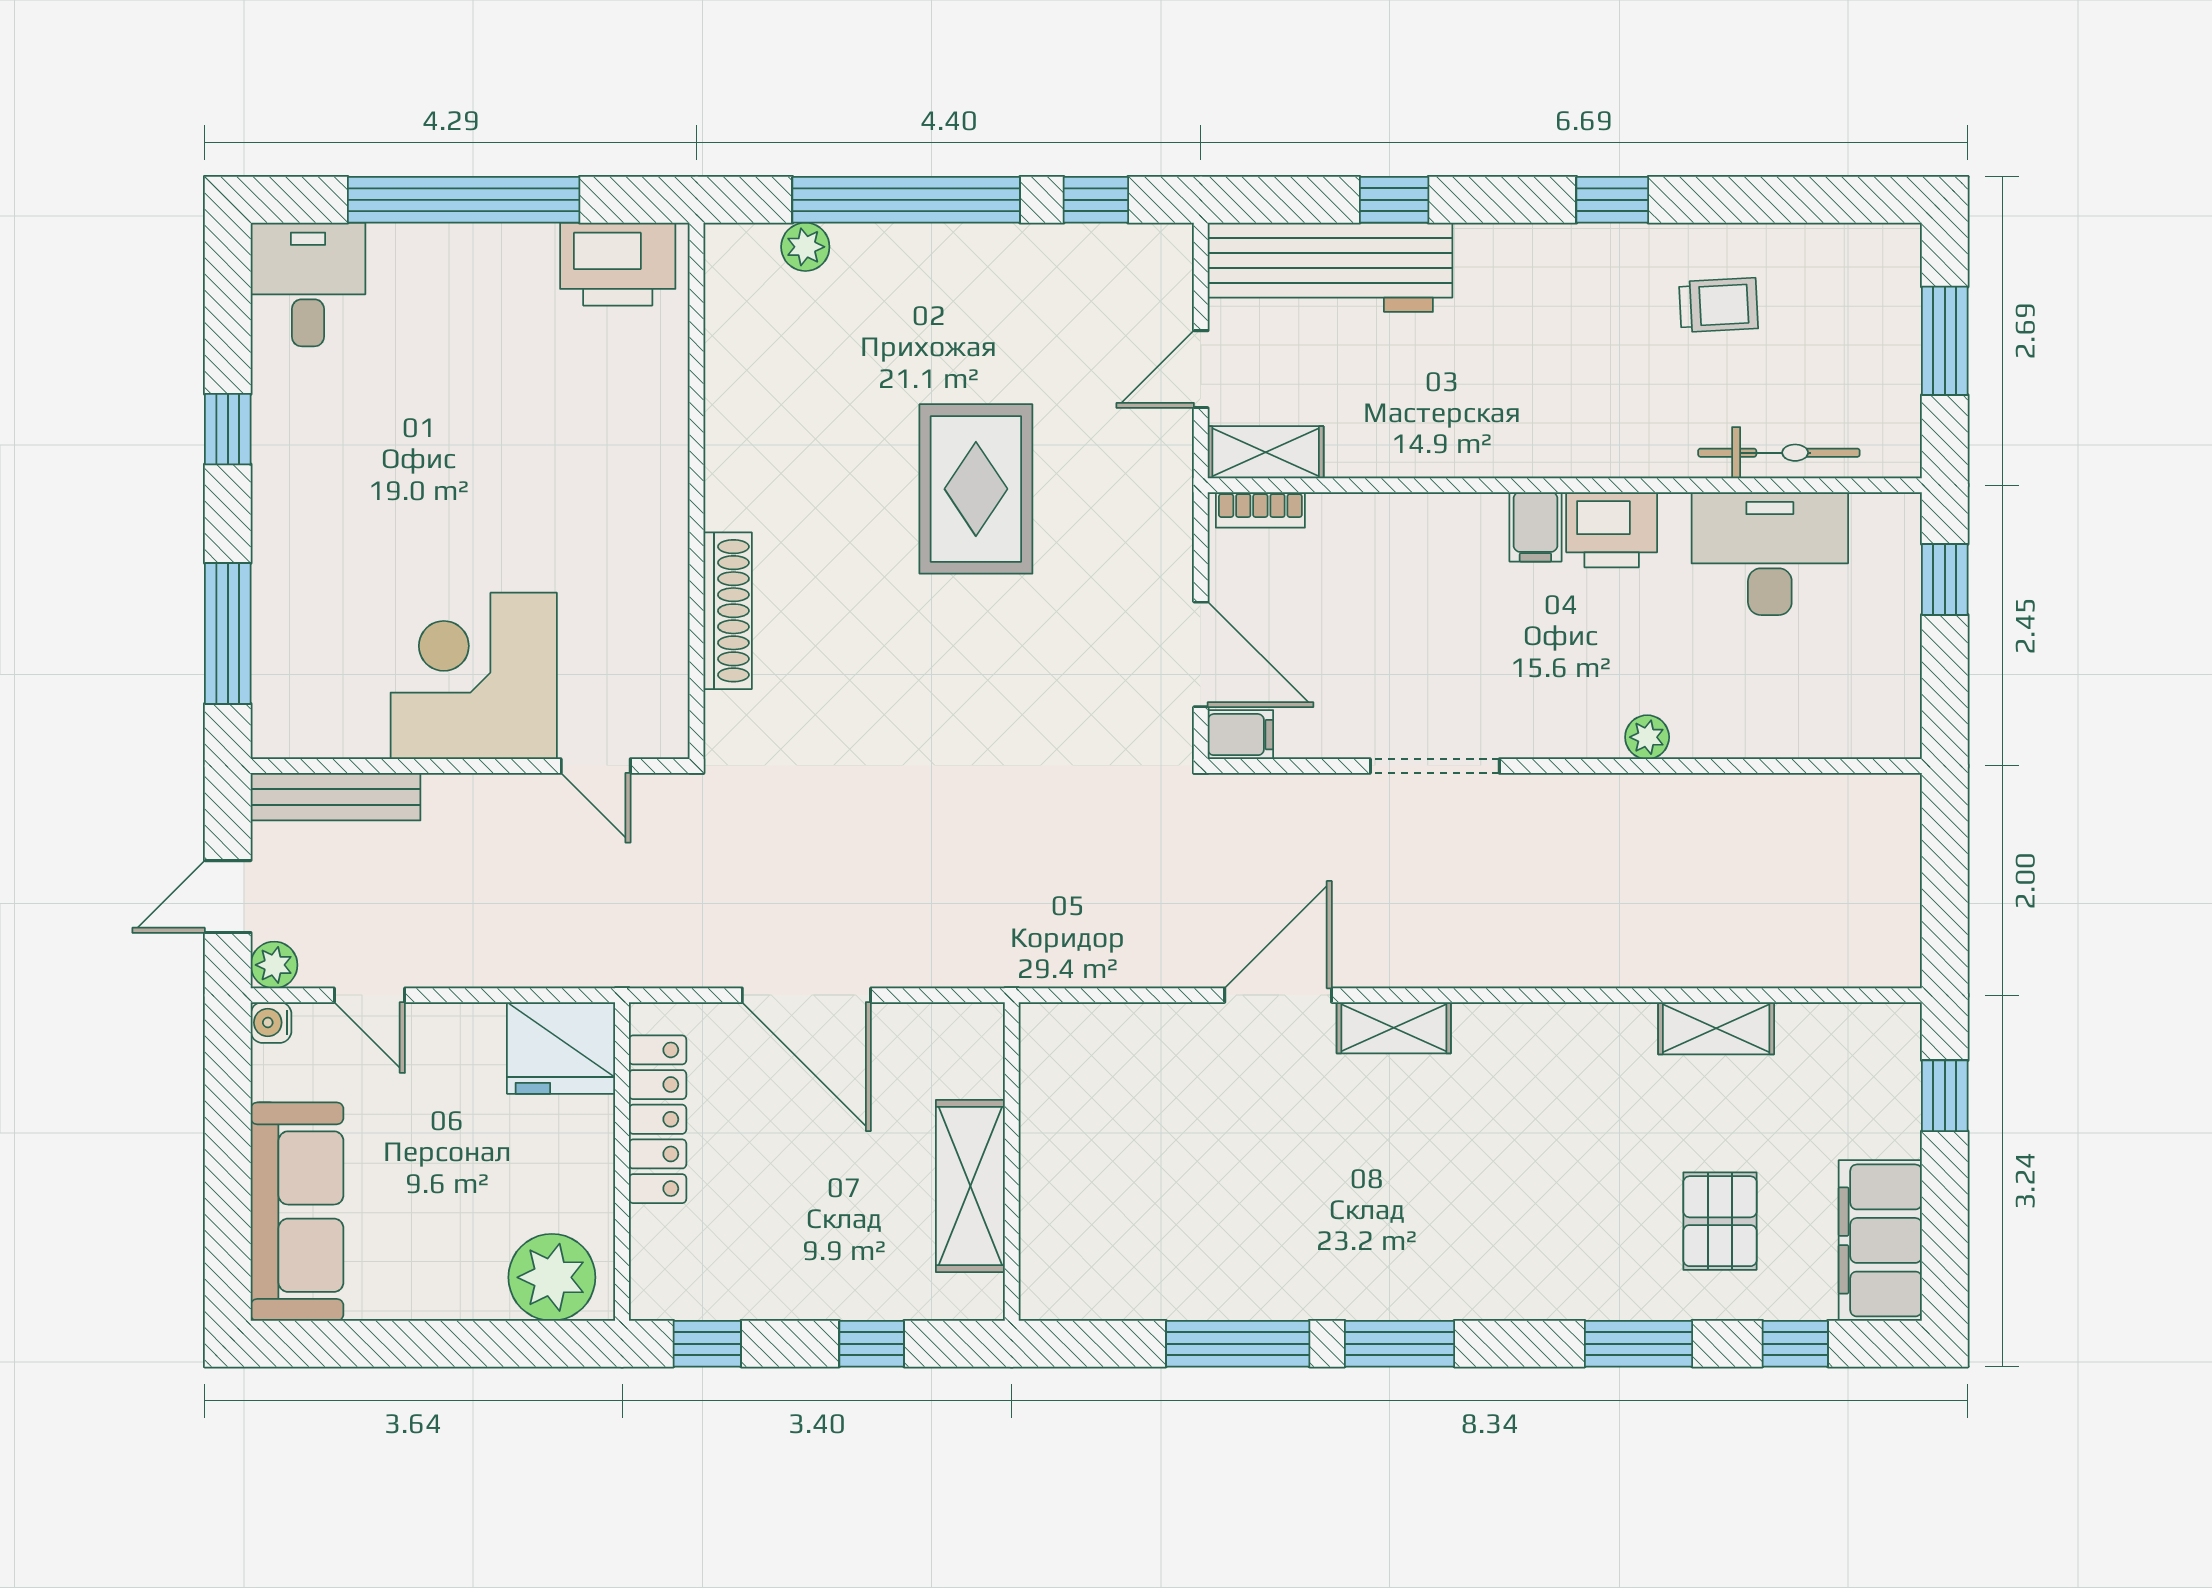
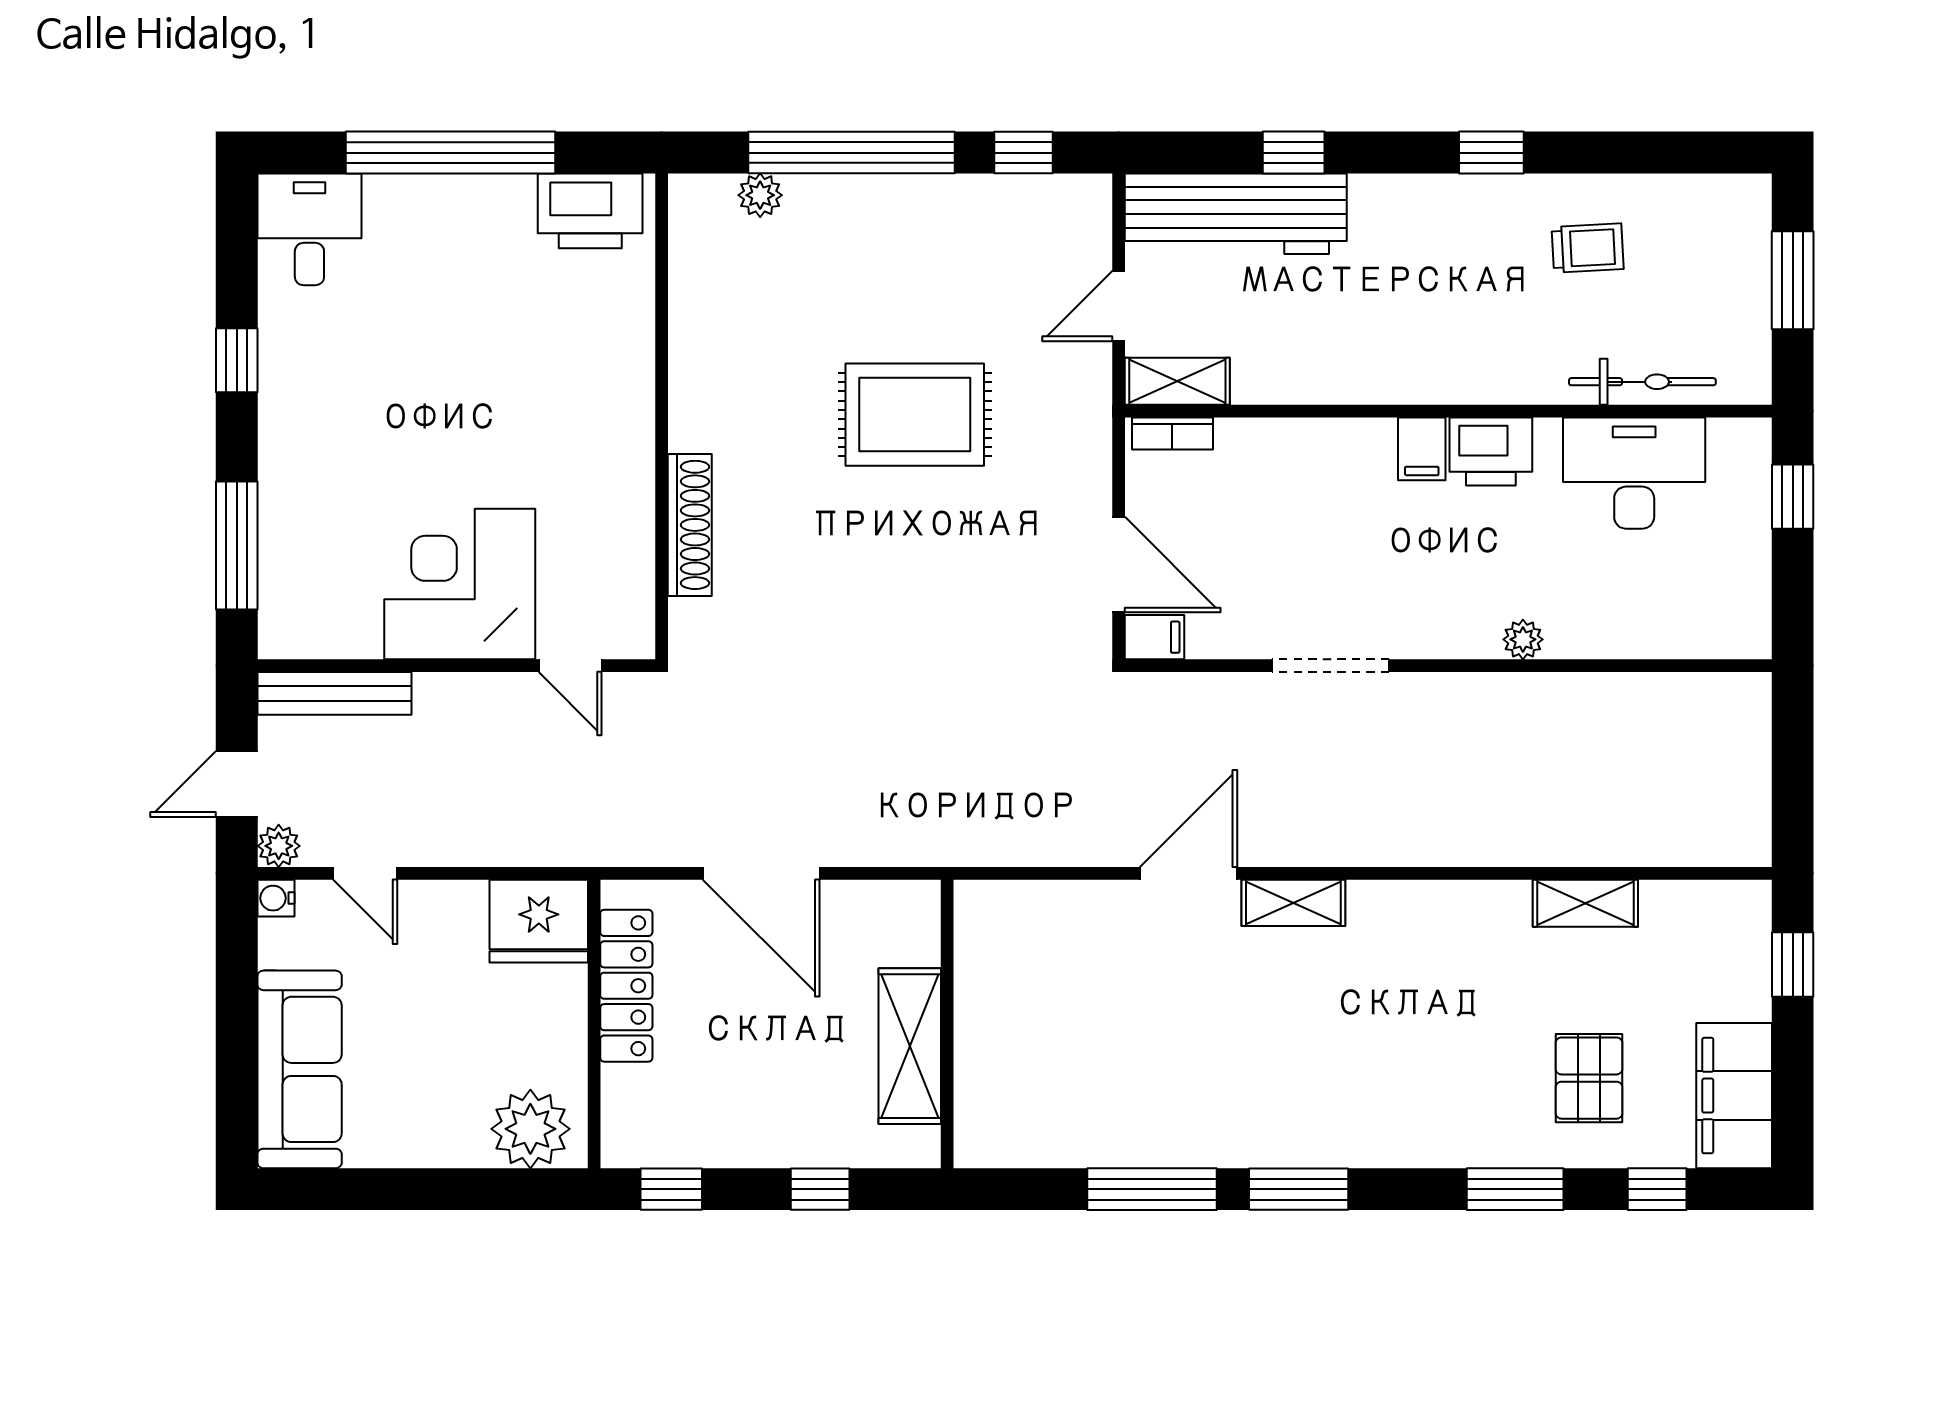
rug: (976, 489) -> (915, 415), turned 90

